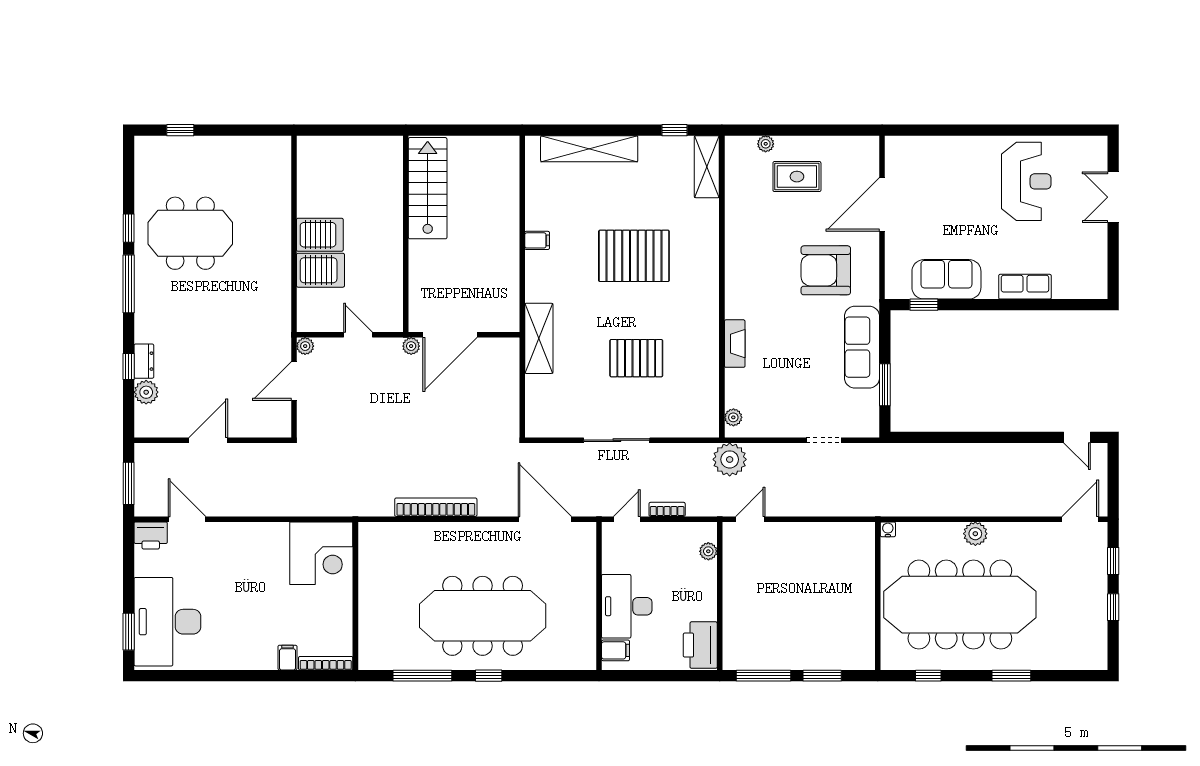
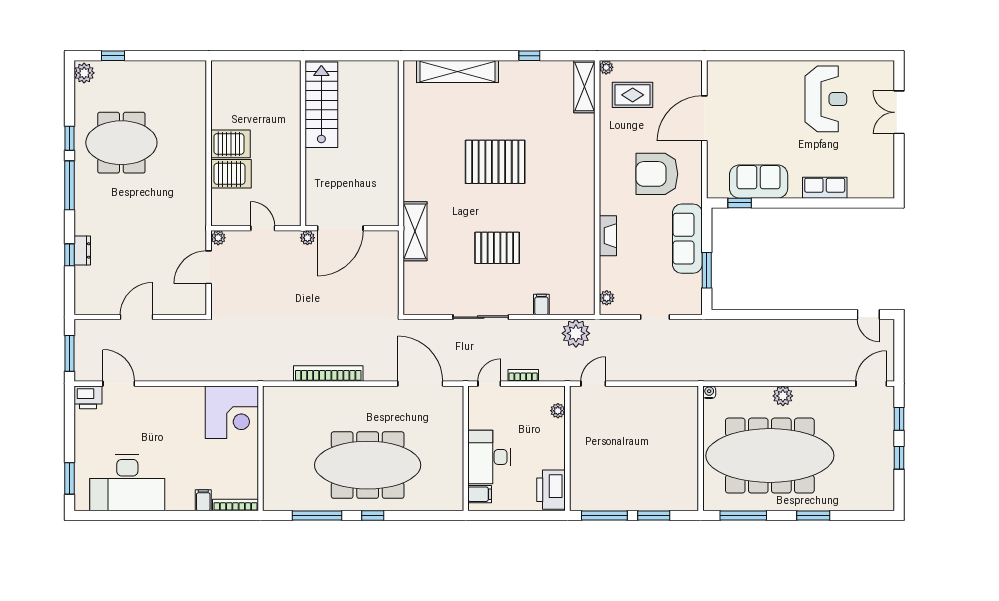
shelving: (707, 167) -> (584, 87), moved
filing cabinet: (537, 240) -> (541, 304), moved, turned -90
wall: (722, 287) -> (597, 188), moved
fireplace: (735, 344) -> (608, 236), moved
plant: (146, 392) -> (84, 73), moved
plant: (733, 417) -> (607, 298), moved
desk: (167, 622) -> (127, 483), moved, turned -90
window: (928, 676) -> (743, 515), width x2.17

